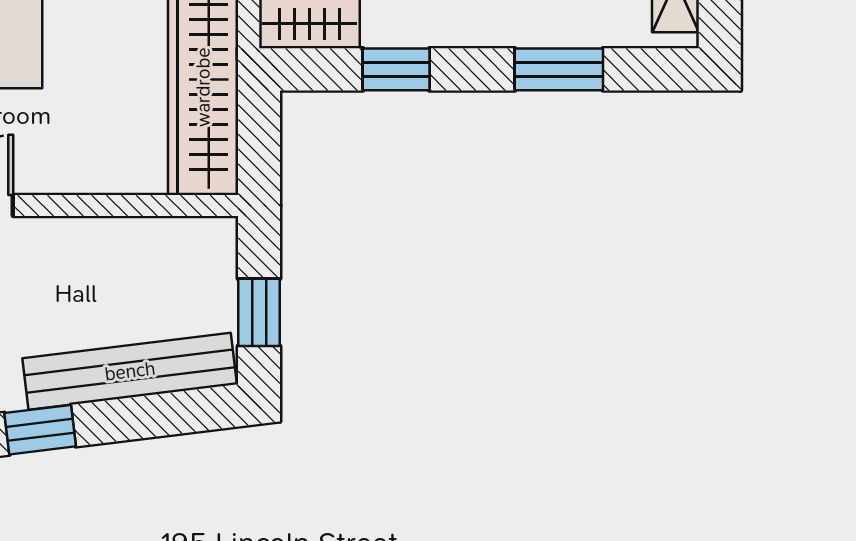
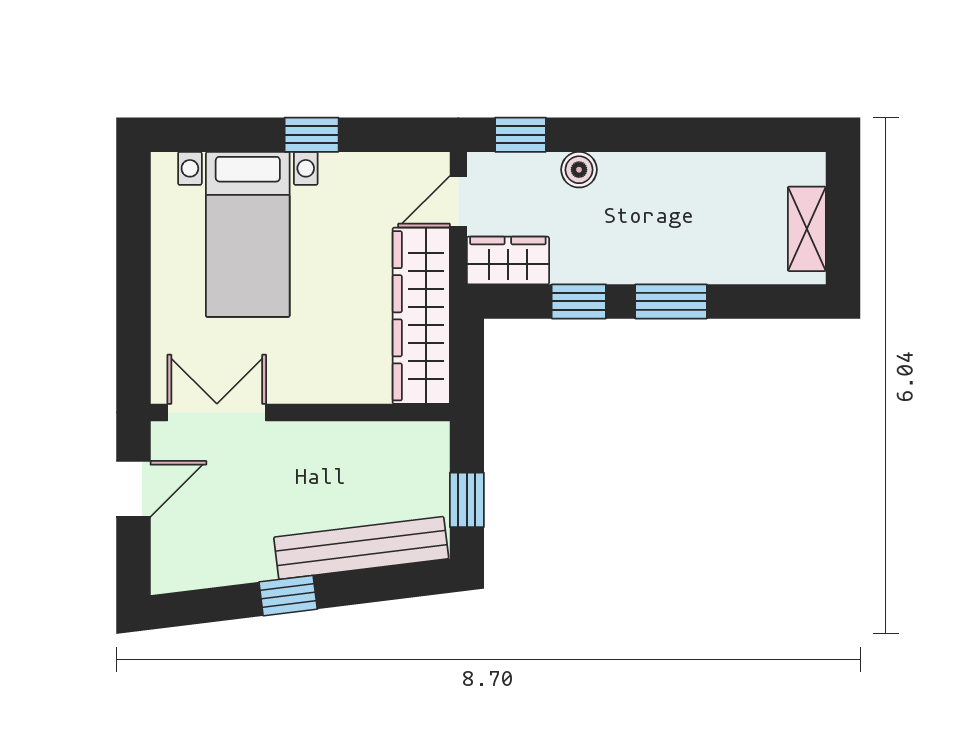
window: (559, 69) -> (671, 301), moved

